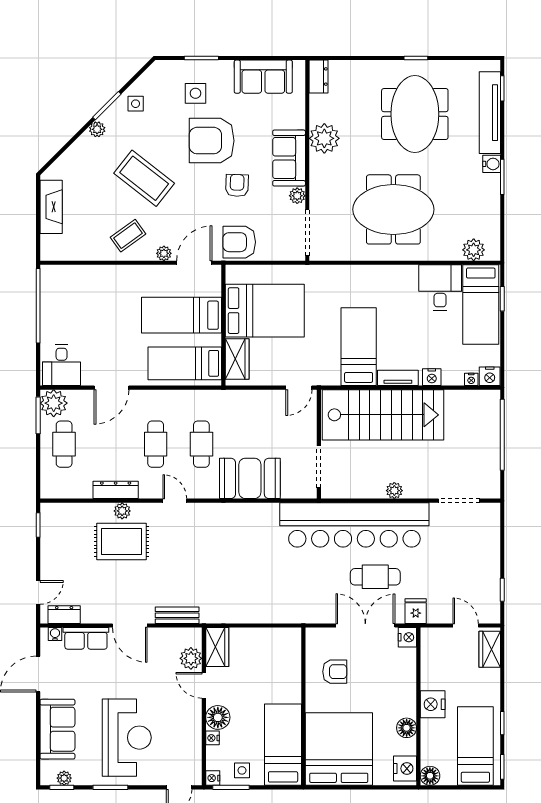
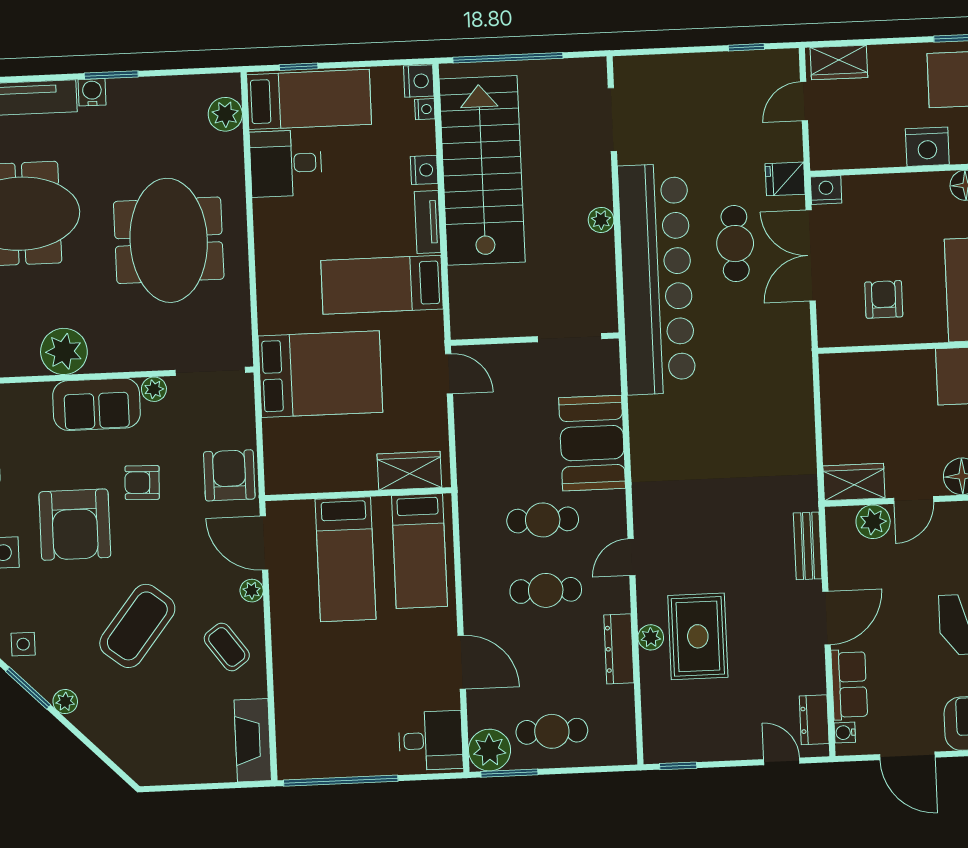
fireplace: (51, 207) -> (253, 740), moved, turned -90
armchair: (239, 242) -> (229, 475), turned 180
bed: (265, 311) -> (320, 374), moved, turned 90
stairs: (383, 415) -> (482, 170), moved

